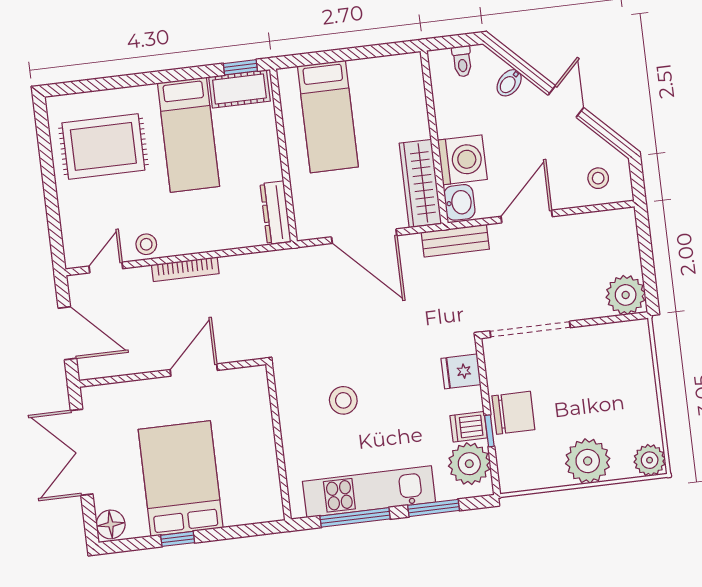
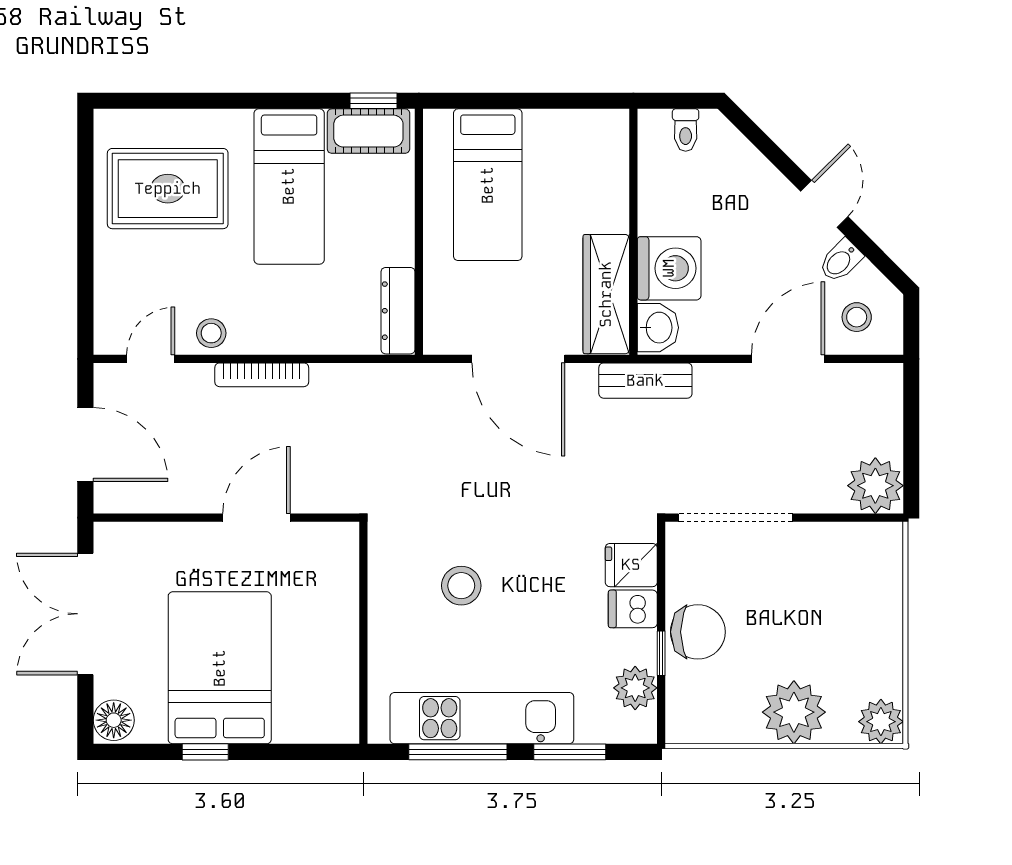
bidet: (509, 83) -> (841, 261), moved
door: (527, 217) -> (788, 359), moved
dishwasher: (469, 427) -> (633, 609), moved
plant: (469, 464) -> (635, 688), width x0.73, depth x0.73

